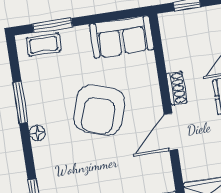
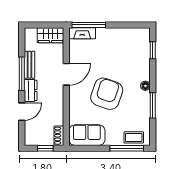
window: (52, 25) -> (127, 148), width x1.44
shoe rack: (177, 88) -> (59, 136), moved

